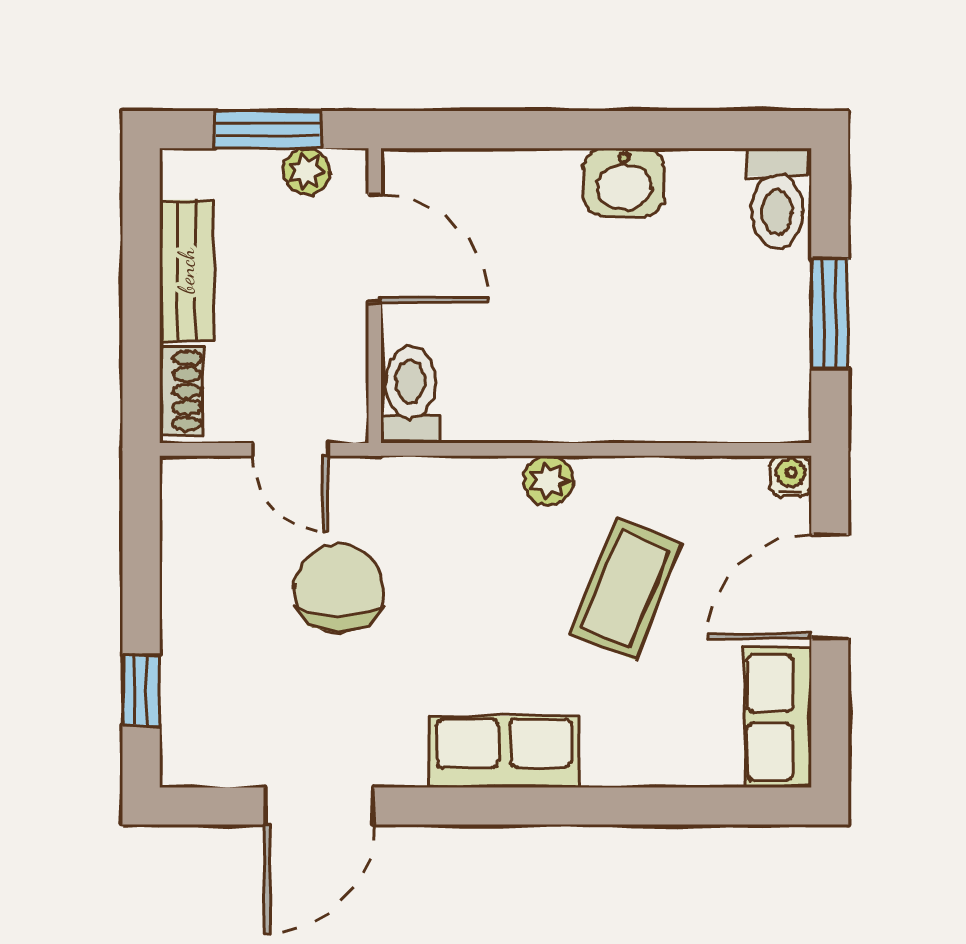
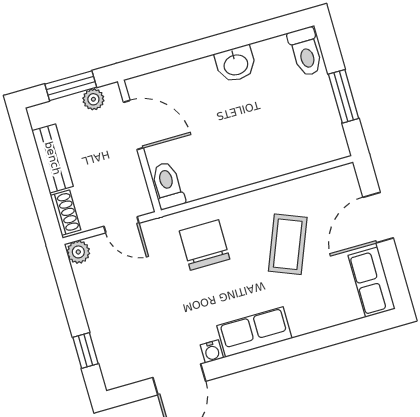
water cooler: (791, 476) -> (212, 351), moved, turned 180
plant: (549, 481) -> (78, 252), moved
chair: (339, 589) -> (205, 245), moved

